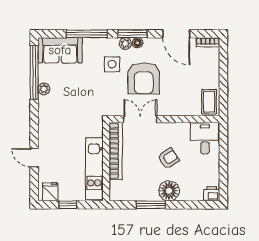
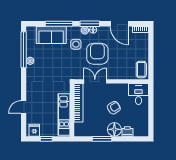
sofa: (60, 50) -> (51, 35), moved
armchair: (144, 78) -> (97, 54), turned 180
door: (34, 158) -> (24, 107), hinge flipped
printer: (212, 194) -> (127, 131), moved

